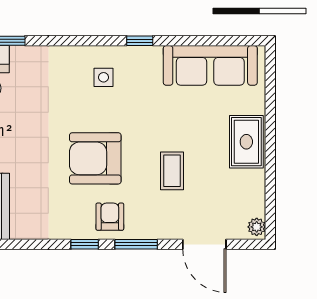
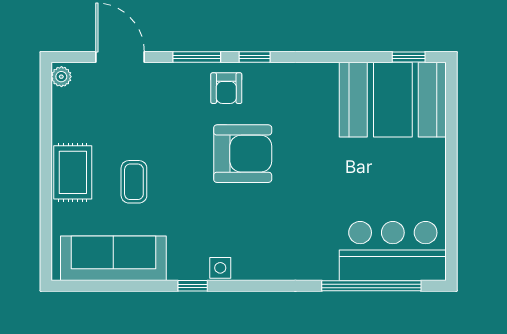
side table: (104, 77) -> (220, 268), moved
coffee table: (172, 171) -> (134, 182), moved

